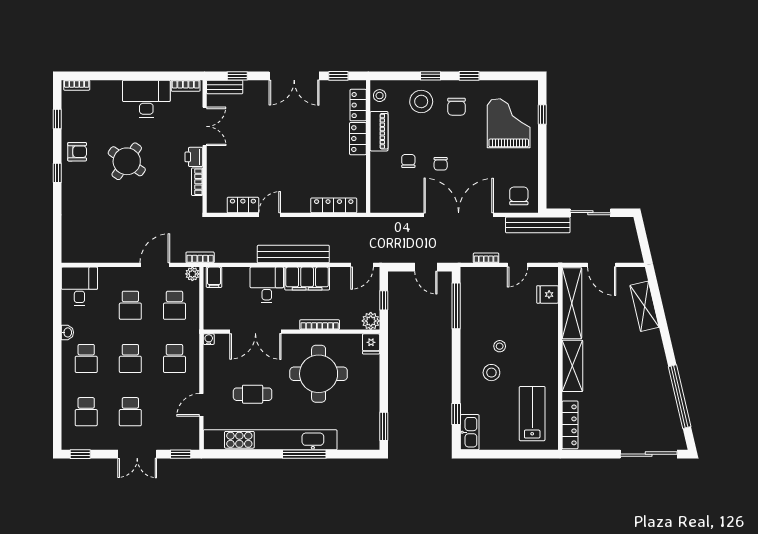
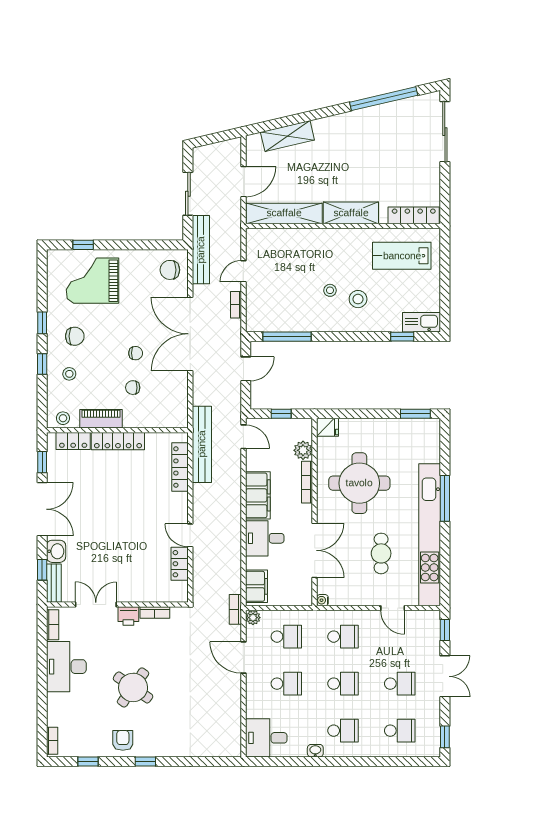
washbasin: (255, 89) -> (56, 551), added
stool: (421, 101) -> (69, 374), width x0.53, depth x0.53
locker: (358, 139) -> (118, 441), width x1.53
bench: (293, 254) -> (202, 444), moved
door: (518, 265) -> (243, 271), swing flipped
filing cabinet: (214, 277) -> (257, 586), width x2.00
fridge: (547, 294) -> (275, 239), removed
plant: (371, 321) -> (303, 450), moved

